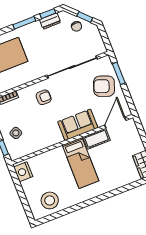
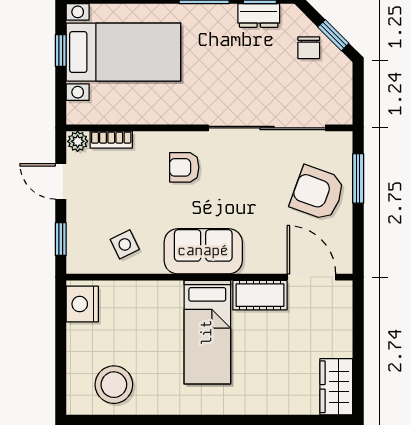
armchair: (44, 97) -> (184, 167), turned 180
door: (115, 123) -> (311, 277), hinge flipped
sofa: (78, 125) -> (203, 251), moved
side table: (16, 133) -> (125, 244), moved

